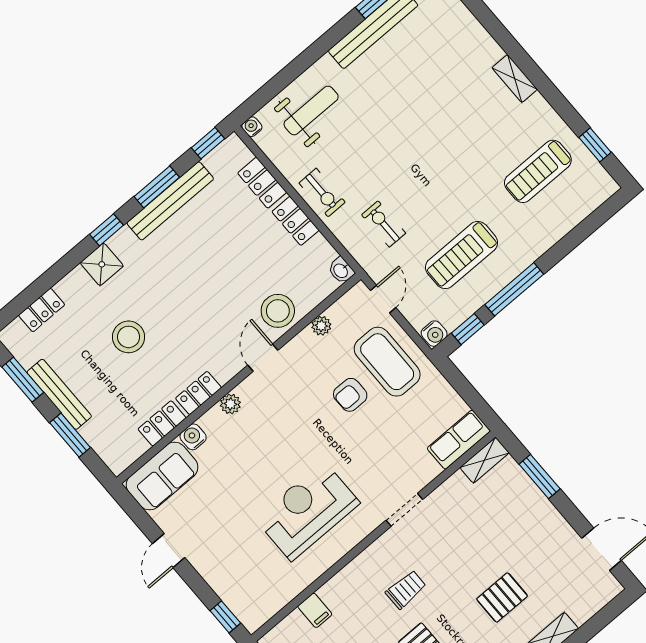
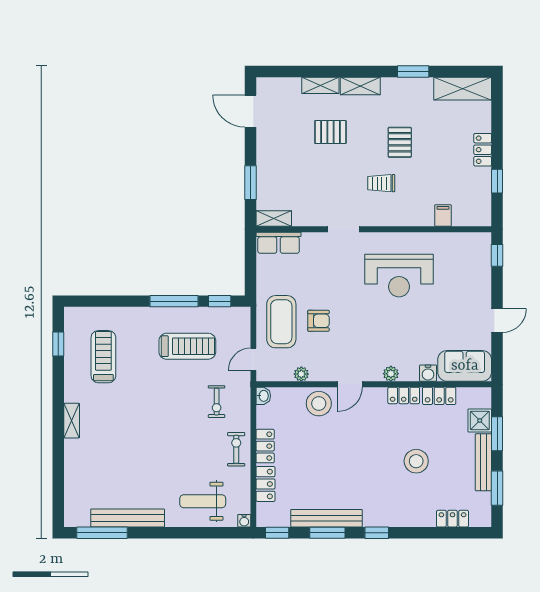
treadmill: (538, 171) -> (103, 357), turned -90
shower: (102, 264) -> (480, 420), moved
water cooler: (434, 334) -> (241, 315), removed

